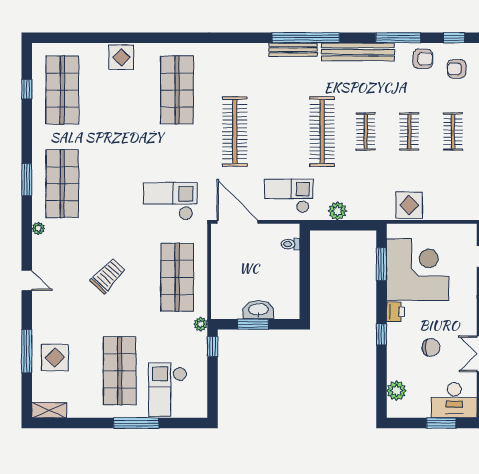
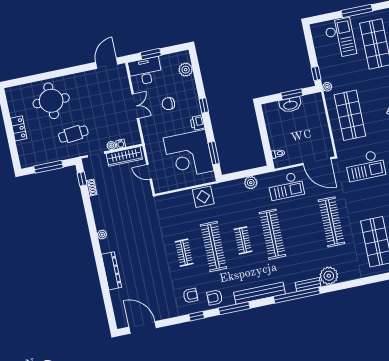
bench: (293, 50) -> (308, 284), width x0.73
plant: (254, 56) -> (329, 276), added
clothes rail: (409, 132) -> (214, 246), width x1.86, depth x1.31

